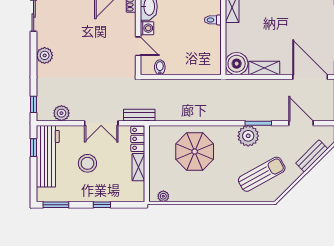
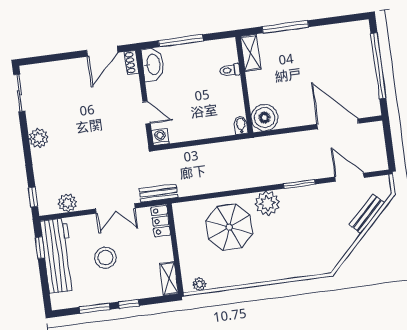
washing machine: (147, 28) -> (160, 137), moved, turned -90
bidet: (160, 67) -> (241, 125), moved
shelving: (264, 68) -> (298, 118), removed
door: (310, 77) -> (338, 124), moved
plant: (248, 136) -> (267, 203), moved
shelving: (138, 167) -> (169, 279), moved
sun lounger: (262, 174) -> (311, 243), removed
window: (56, 205) -> (95, 308), moved

